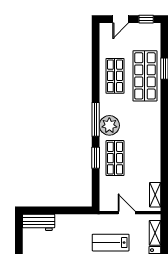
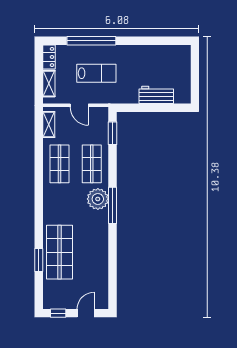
shop shelf: (115, 76) -> (60, 164), moved
window: (96, 158) -> (113, 133), moved
workbench: (39, 222) -> (156, 95), moved

